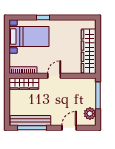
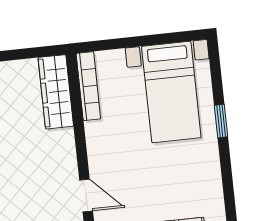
door: (54, 76) -> (86, 195), moved

